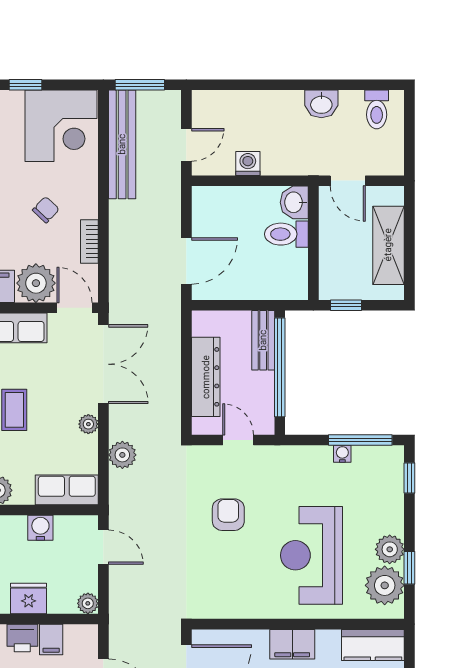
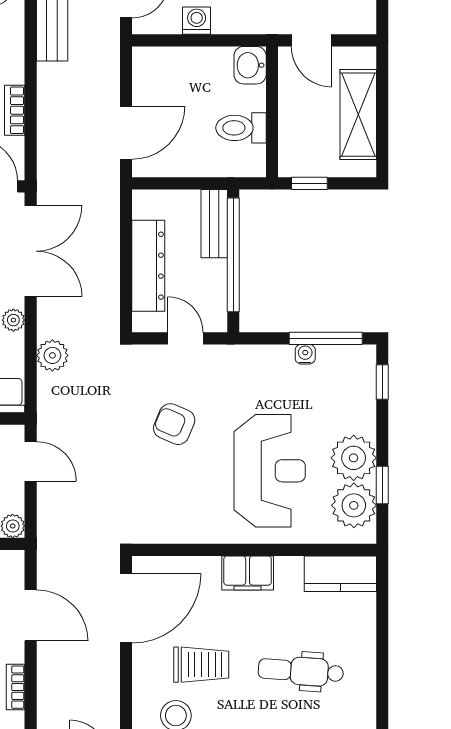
toilet: (286, 234) -> (241, 128), moved
armchair: (228, 515) -> (174, 424), turned -67
plant: (390, 549) -> (354, 458), width x1.36, depth x1.36
reception desk: (311, 555) -> (270, 471), turned 180

